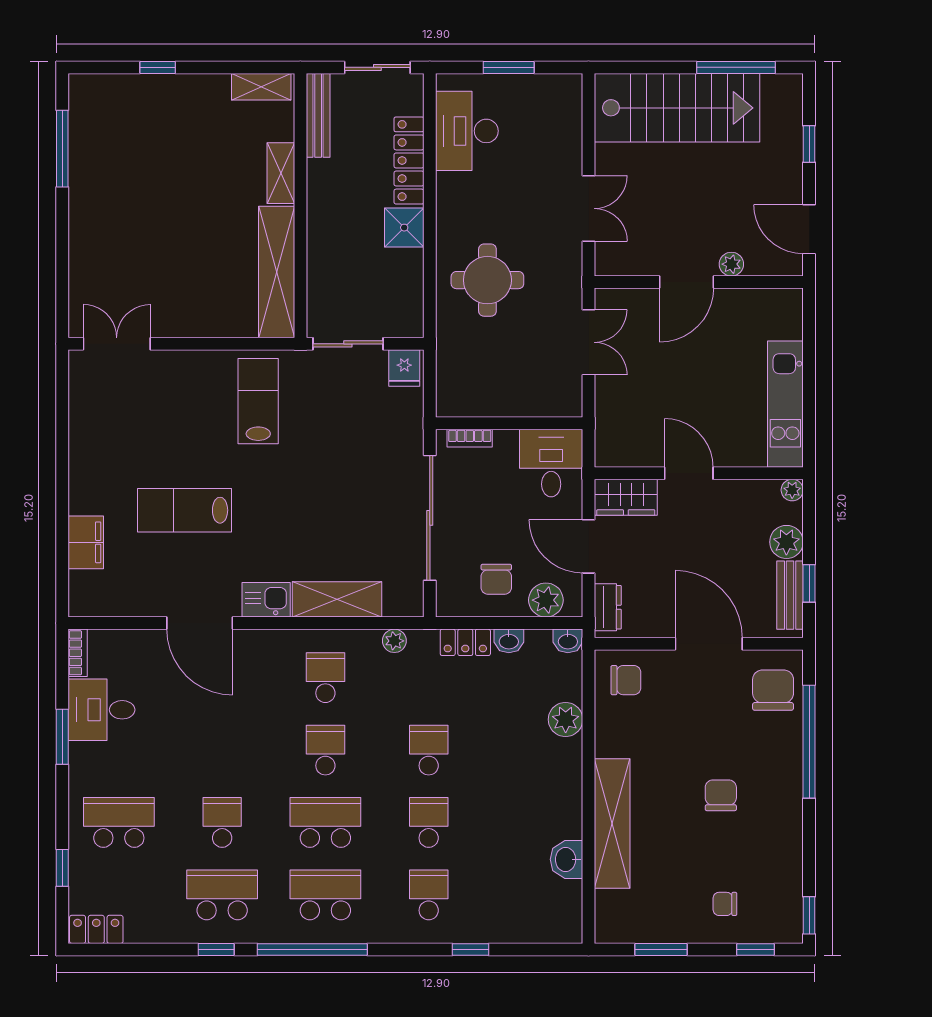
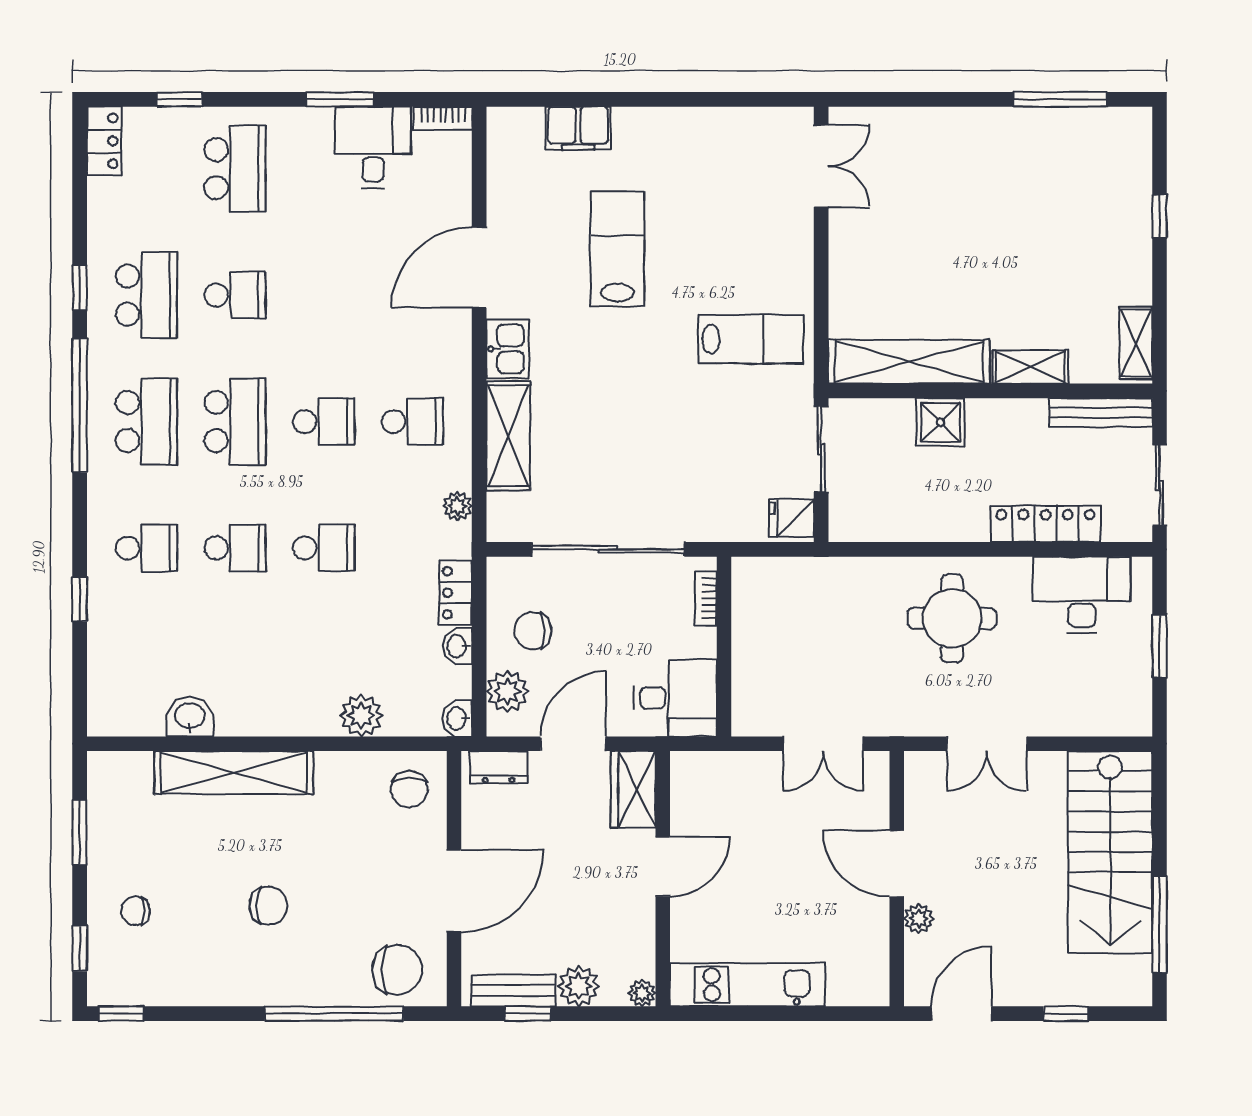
shower: (404, 228) -> (941, 422), moved
round table: (487, 280) -> (952, 618), moved
chair: (725, 904) -> (135, 911), turned -90

